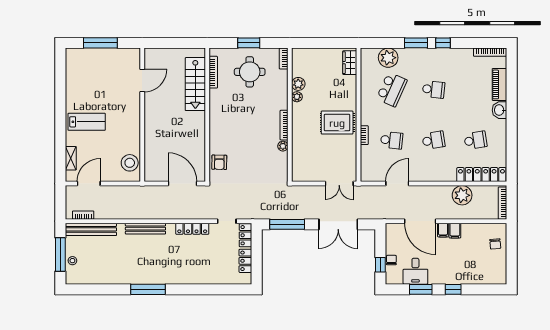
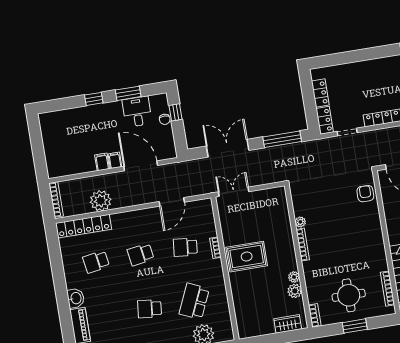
wardrobe: (350, 63) -> (288, 324), moved, turned -90
chair: (495, 244) -> (57, 155), removed

